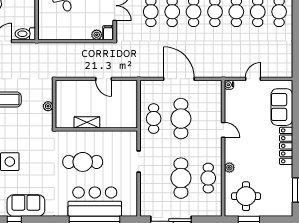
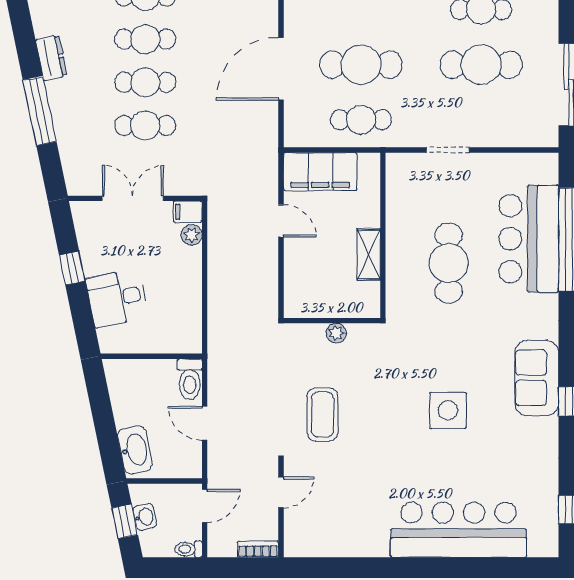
door: (104, 79) -> (281, 221), hinge flipped
filing cabinet: (128, 98) -> (320, 172), added

